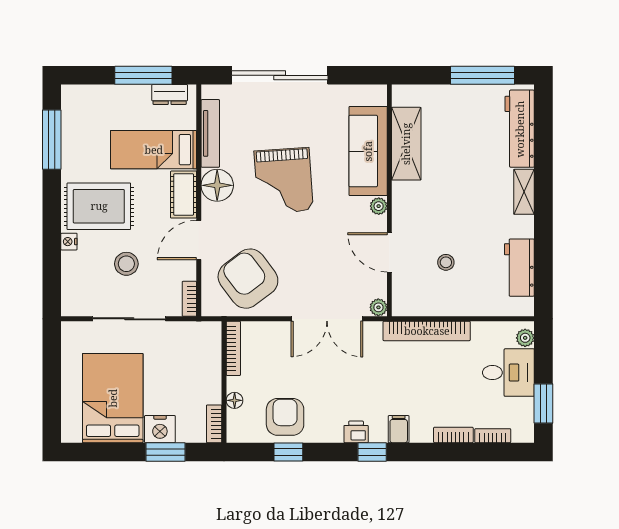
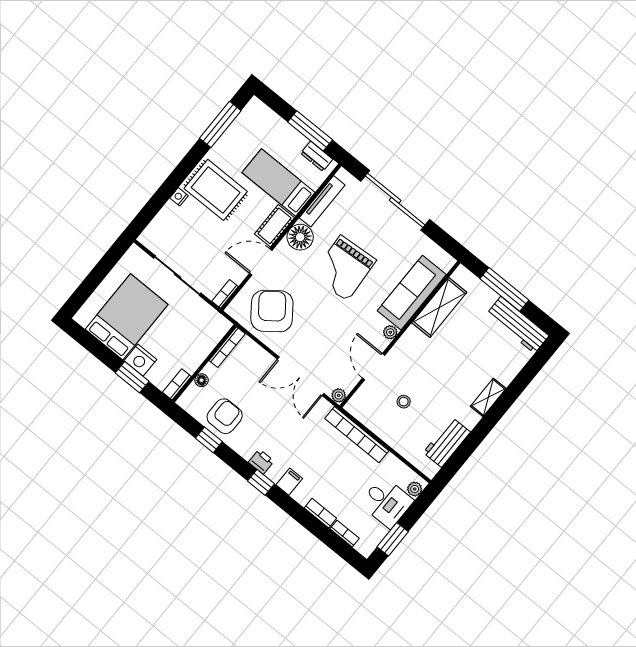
window: (483, 75) -> (504, 289), moved
workbench: (520, 129) -> (518, 325), moved, turned -90
stool: (126, 264) -> (204, 240), removed

